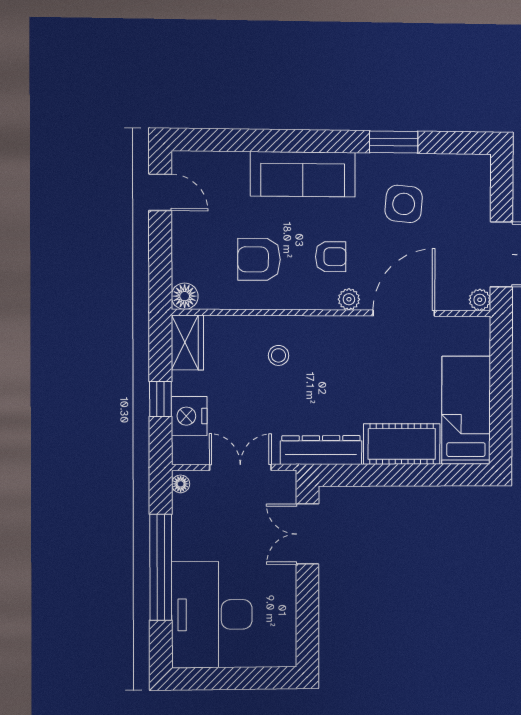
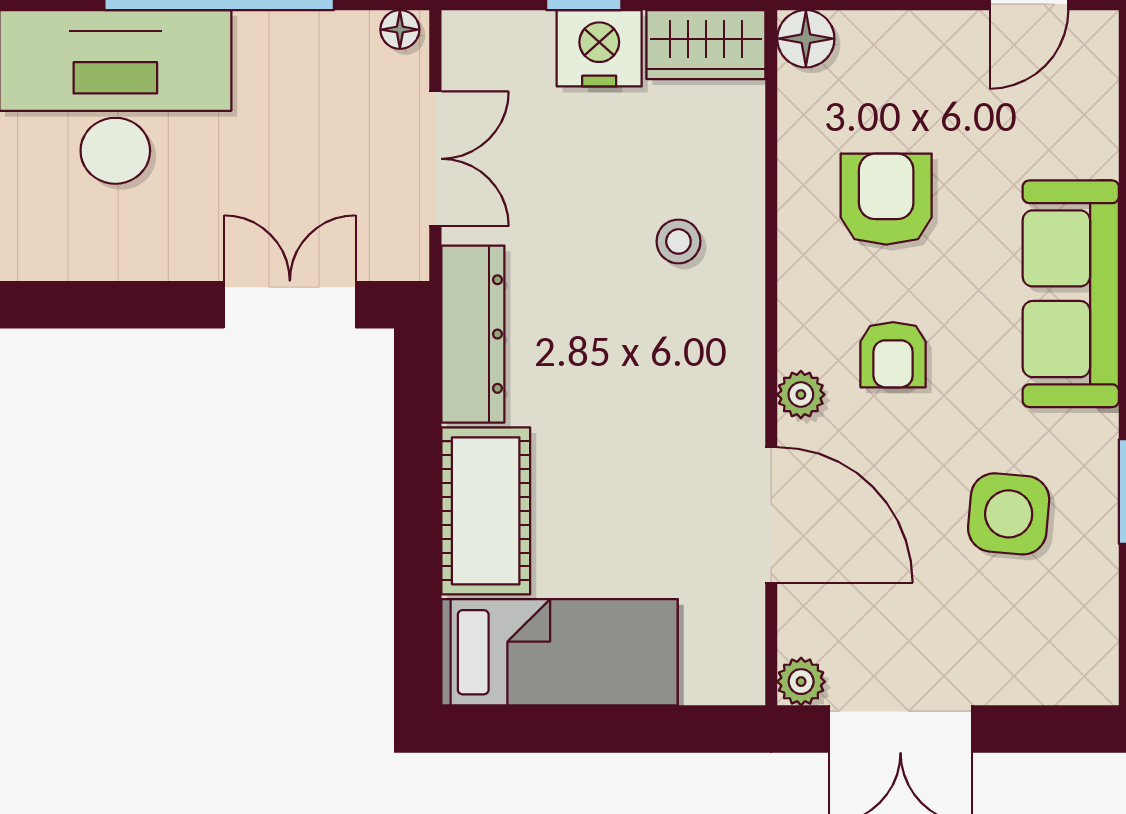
nightstand: (189, 416) -> (599, 48), moved

